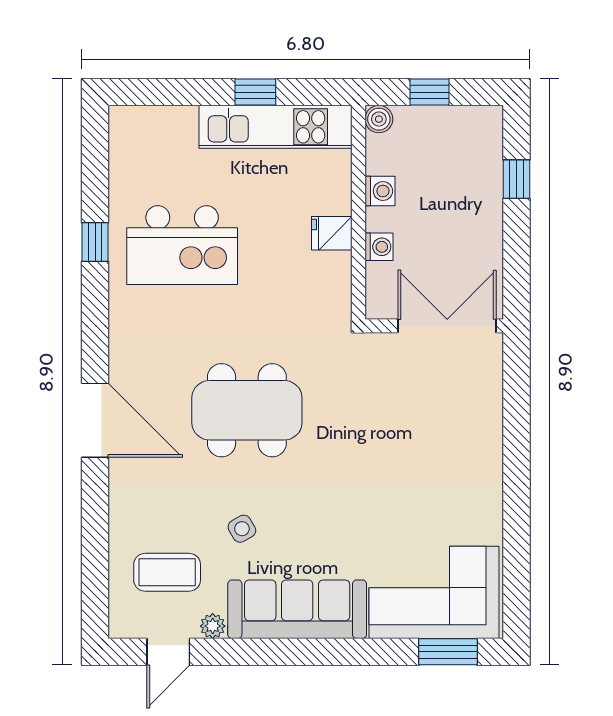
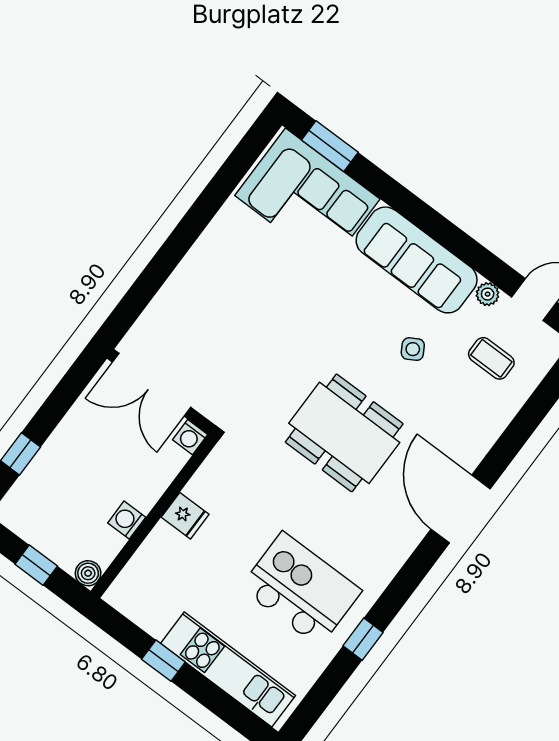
kitchen unit: (276, 127) -> (228, 670), moved
washing machine: (379, 247) -> (190, 437), moved, turned -90
coffee table: (167, 572) -> (491, 358), width x0.73, depth x0.77

